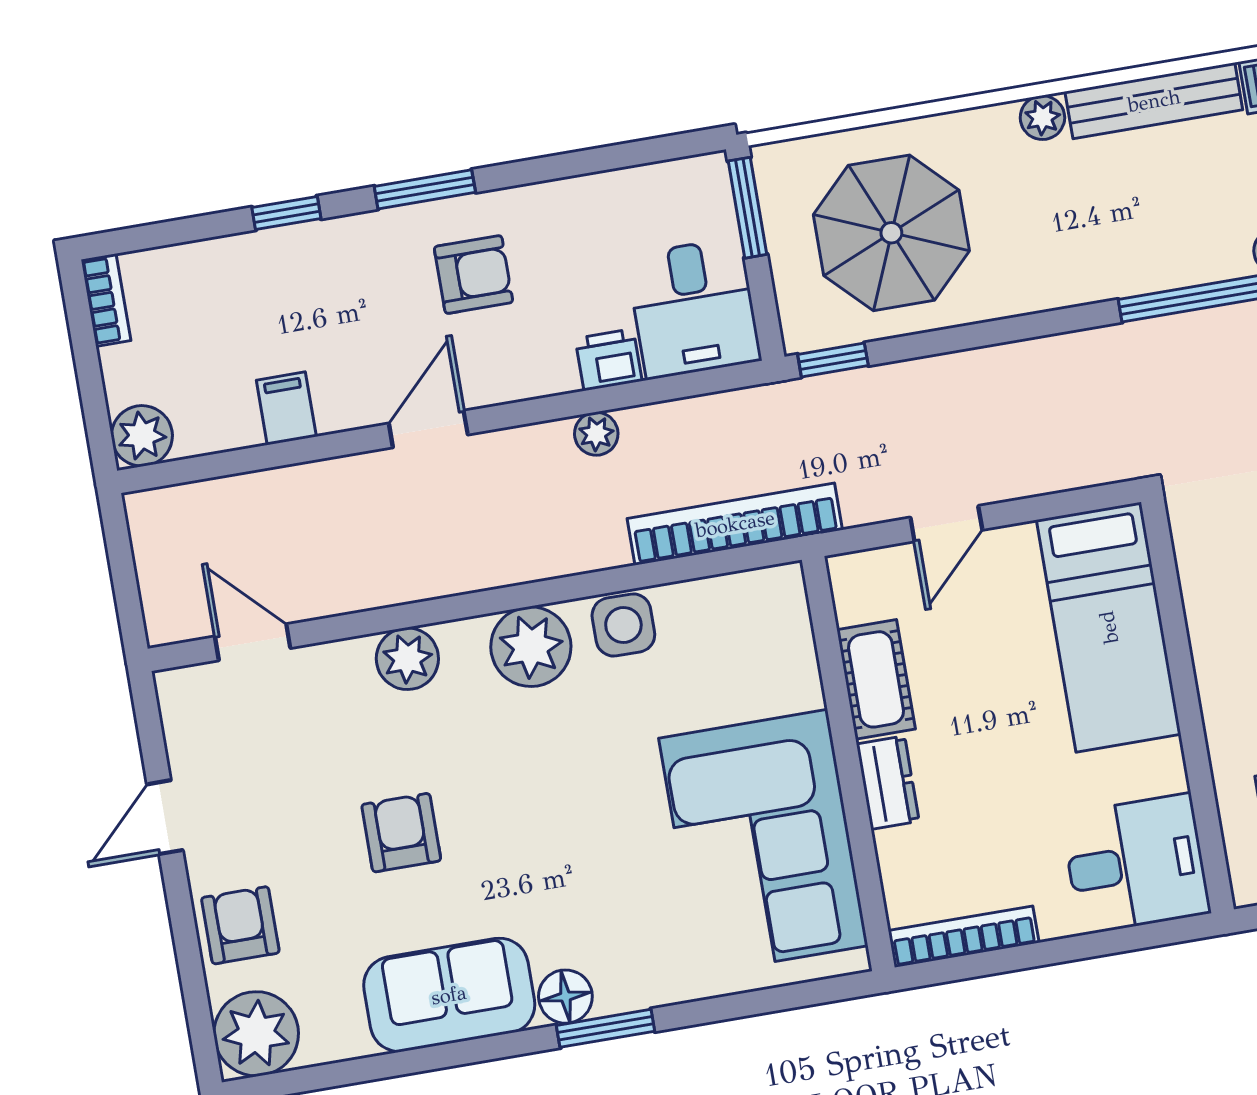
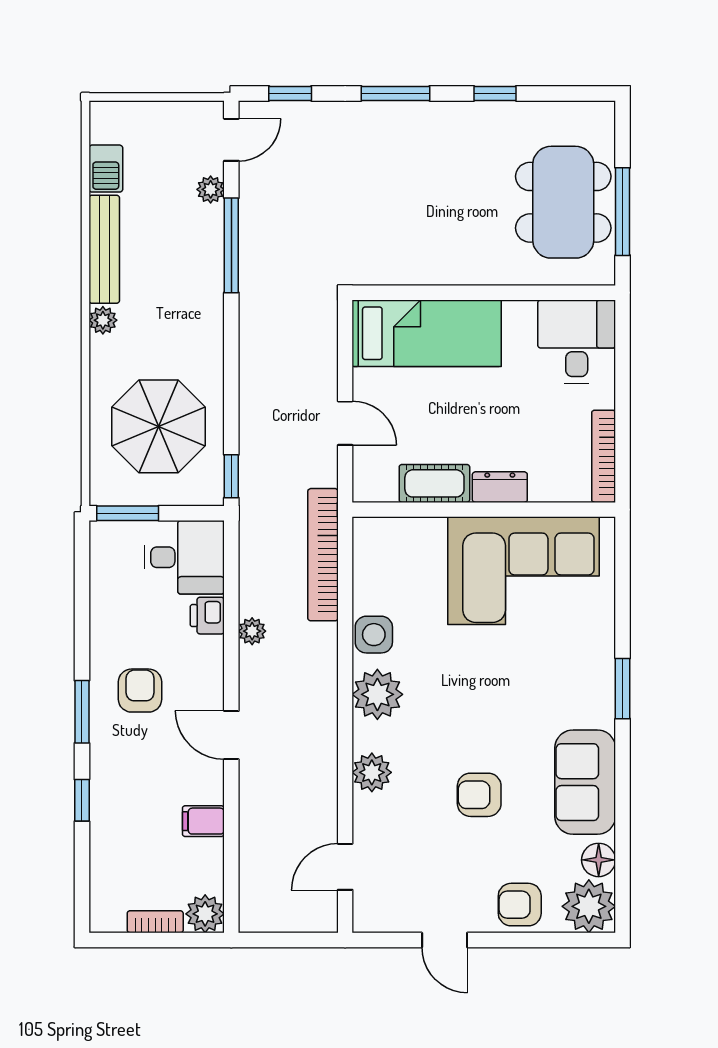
bookcase: (106, 300) -> (155, 922), moved
floor lamp: (565, 997) -> (599, 860), moved

